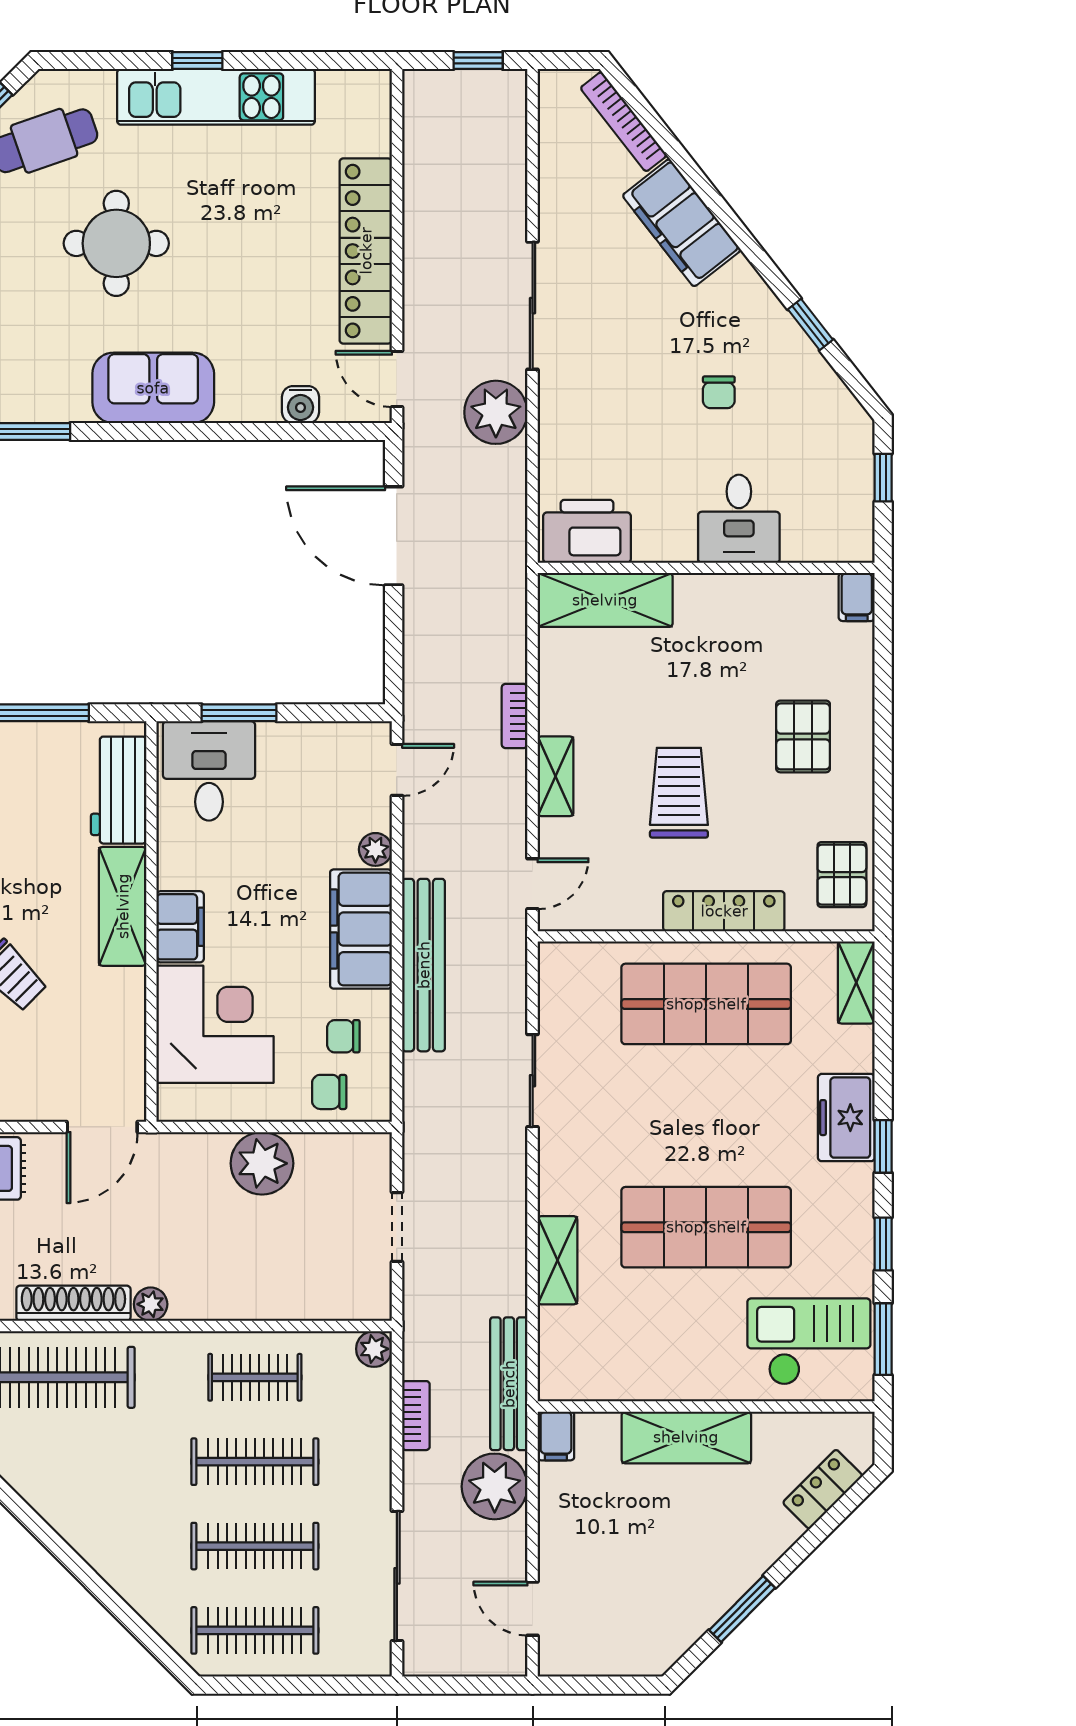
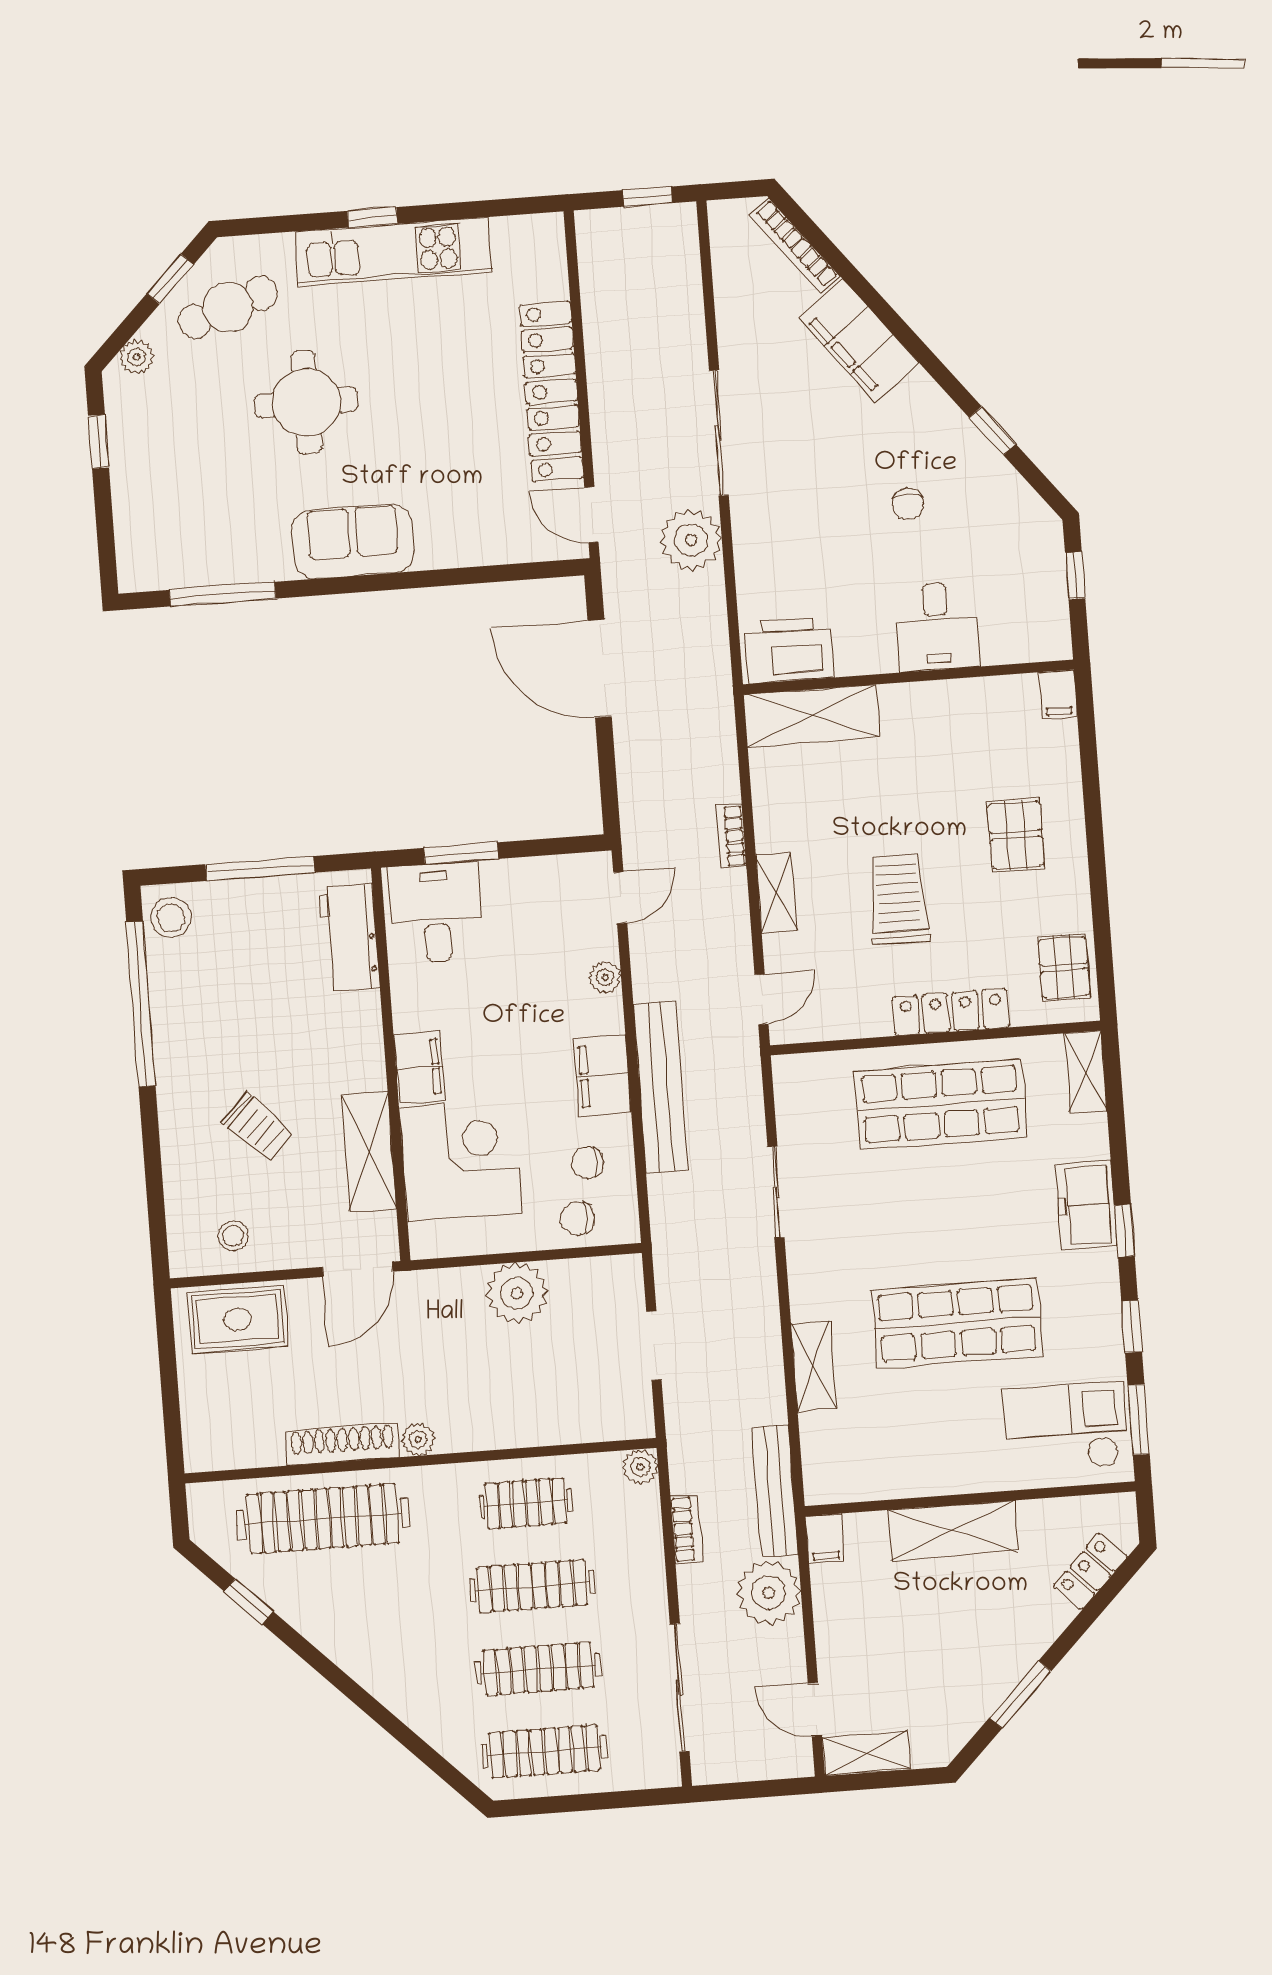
water cooler: (301, 405) -> (499, 547), removed
shelving: (123, 906) -> (369, 1152), moved
filing cabinet: (361, 929) -> (602, 1075), width x0.67, depth x0.86
shelving: (581, 1657) -> (866, 1753), added

